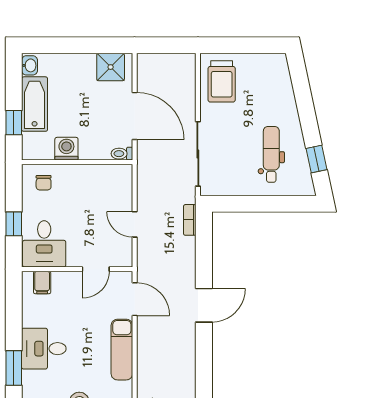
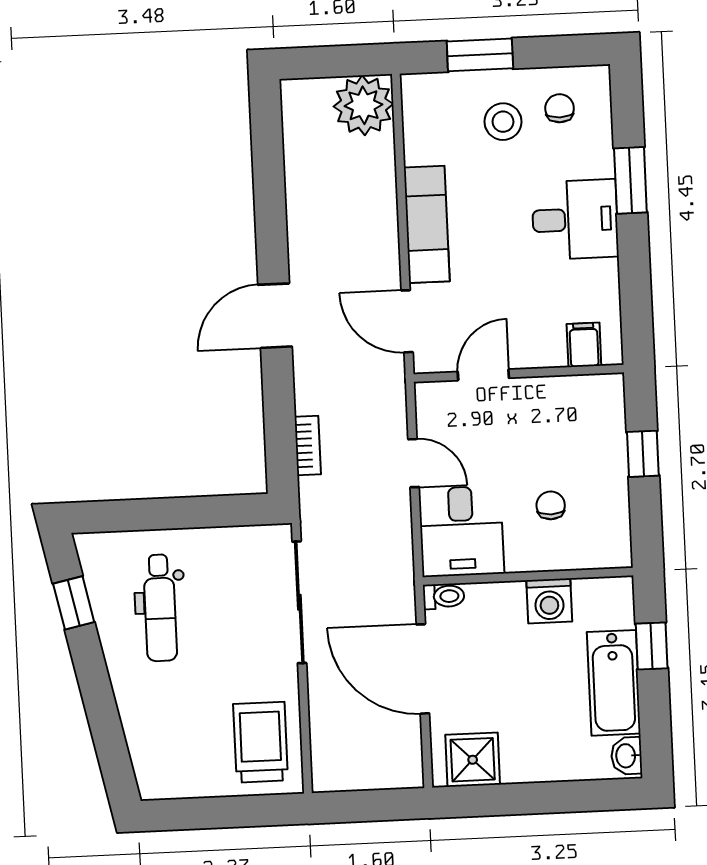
chair: (44, 183) -> (551, 505), moved
bookcase: (190, 220) -> (308, 445), moved
desk: (44, 244) -> (461, 531), moved, turned 180

